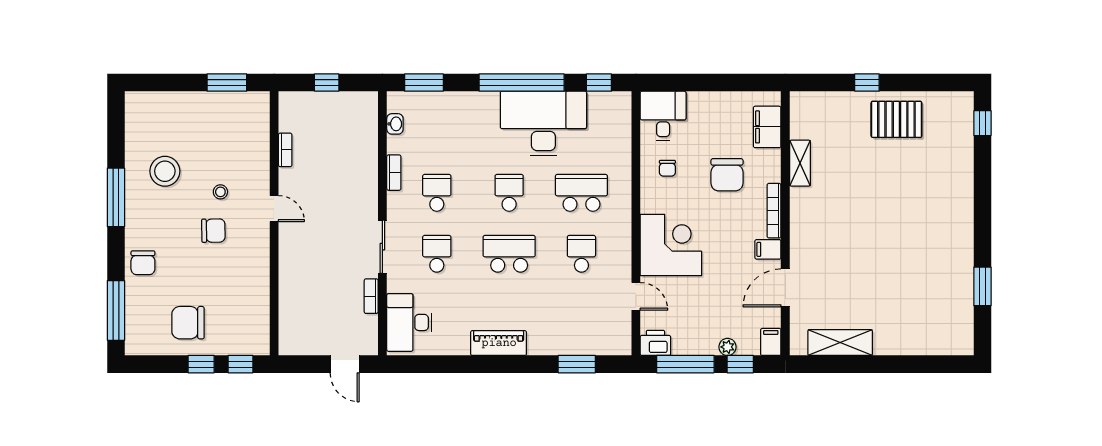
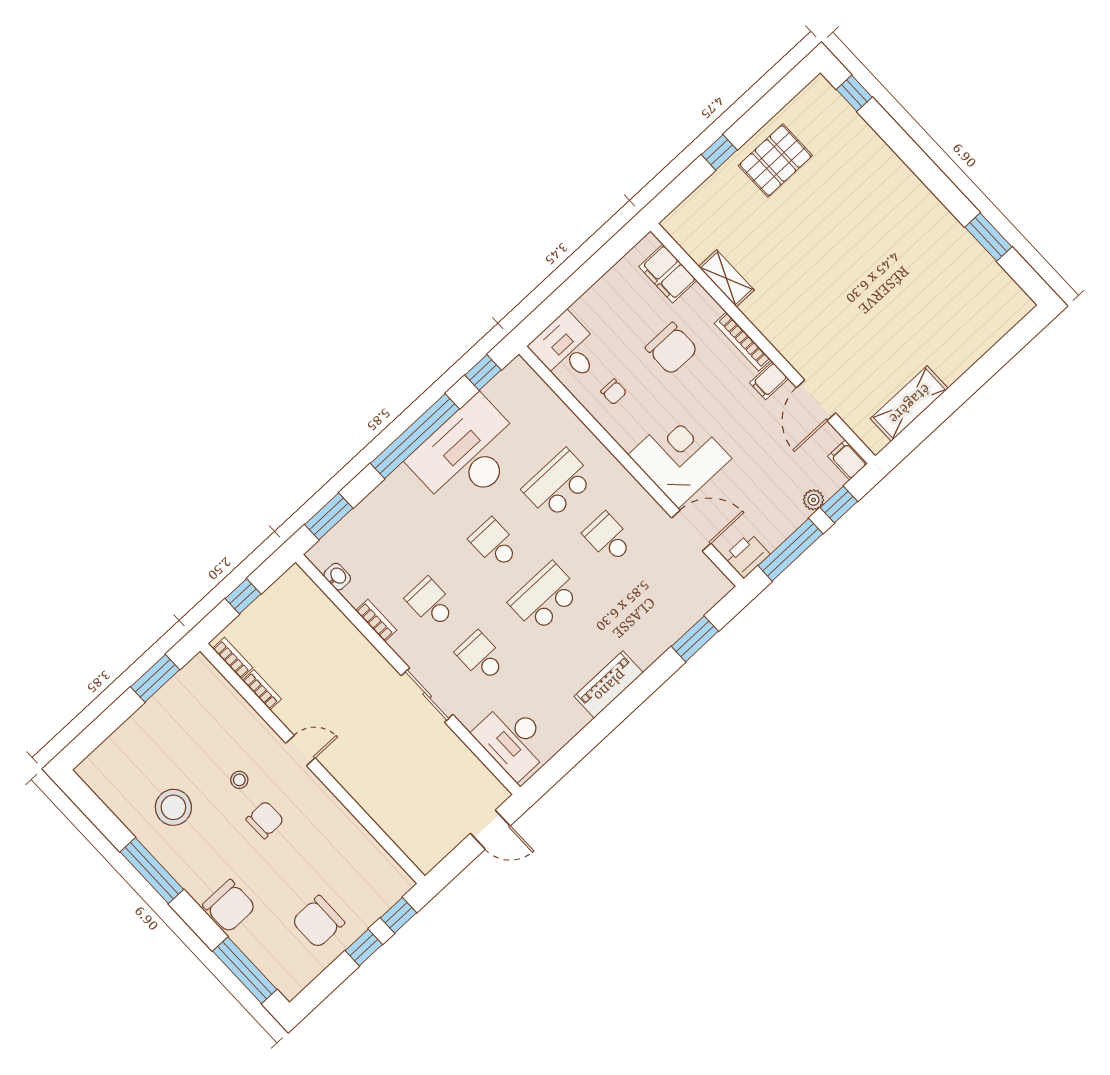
chair: (143, 263) -> (229, 906), width x1.37, depth x1.37
bookcase: (371, 296) -> (233, 658), moved, turned 180
door: (636, 296) -> (691, 531), width x1.38

